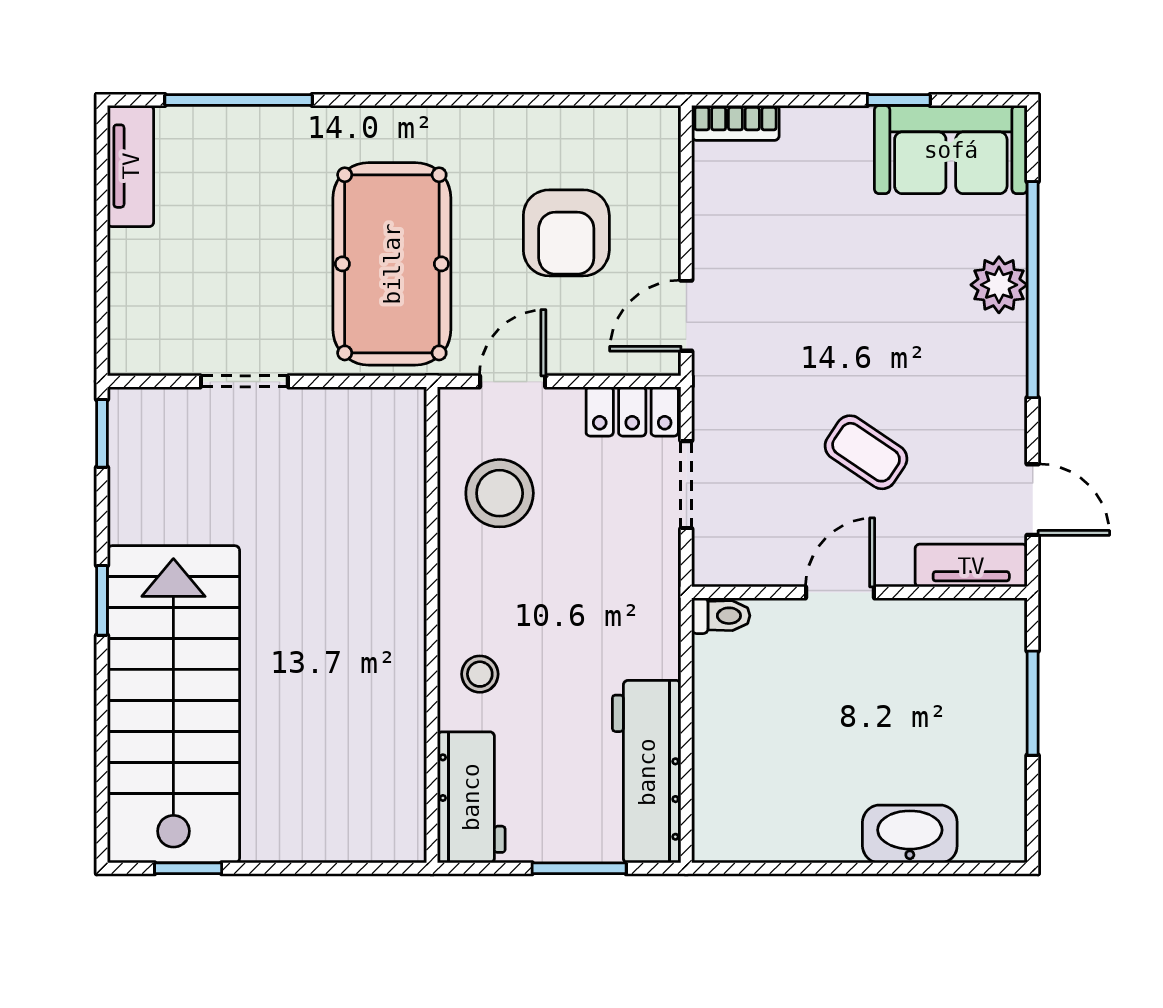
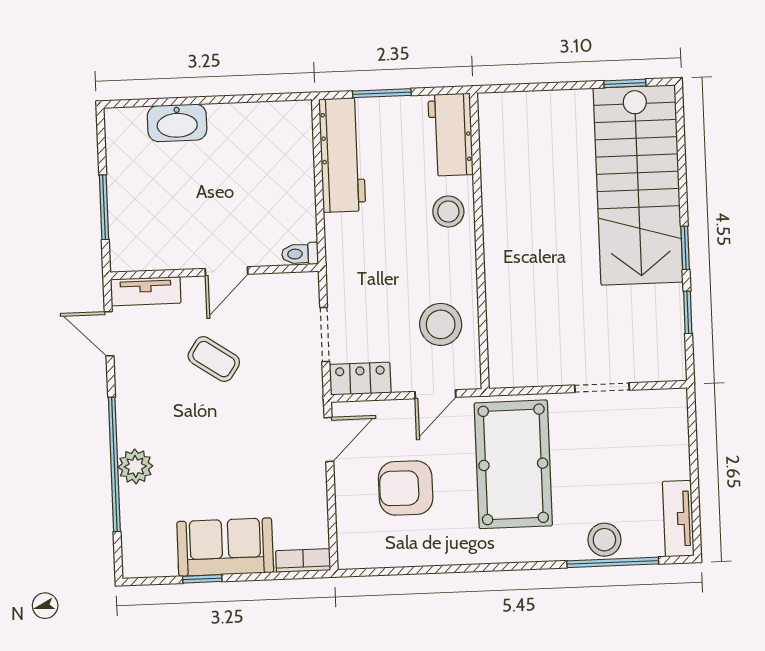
stool: (250, 137) -> (604, 540), added
sofa: (951, 150) -> (225, 547), moved
armchair: (566, 233) -> (406, 488), turned -90
window: (102, 433) -> (688, 312), moved
stool: (480, 674) -> (448, 211), width x1.37, depth x1.37

